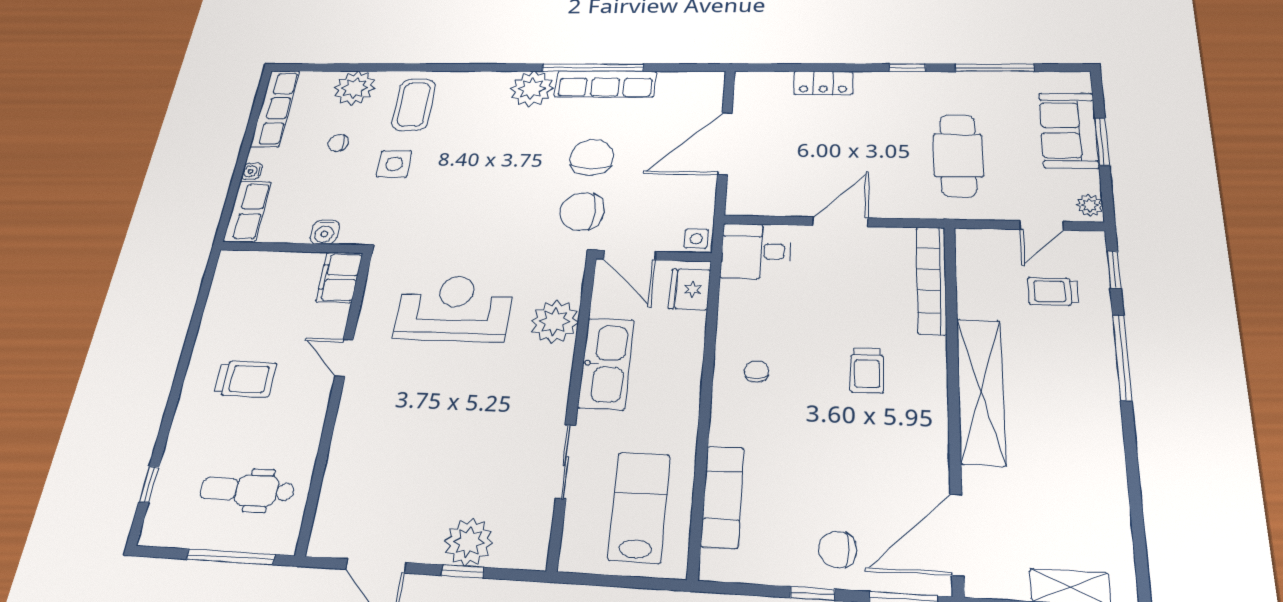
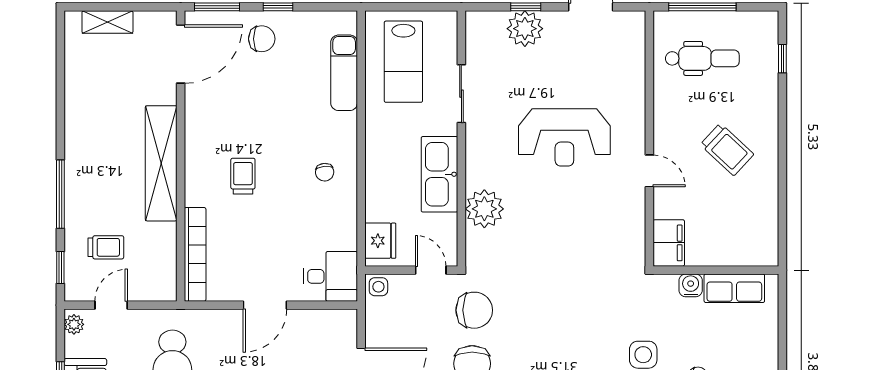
water cooler: (252, 171) -> (770, 345), removed
row of seats: (247, 211) -> (734, 288), moved, turned -90
door: (630, 255) -> (431, 270), width x0.73
reception desk: (454, 308) -> (564, 137), moved
trolley: (245, 379) -> (727, 149), turned -137

